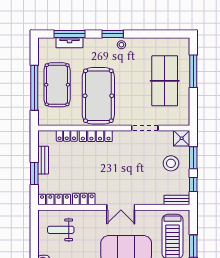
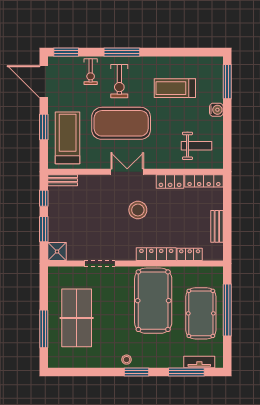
tv unit: (69, 43) -> (199, 362), moved
stool: (171, 163) -> (138, 210), moved
window: (34, 173) -> (227, 211), removed

